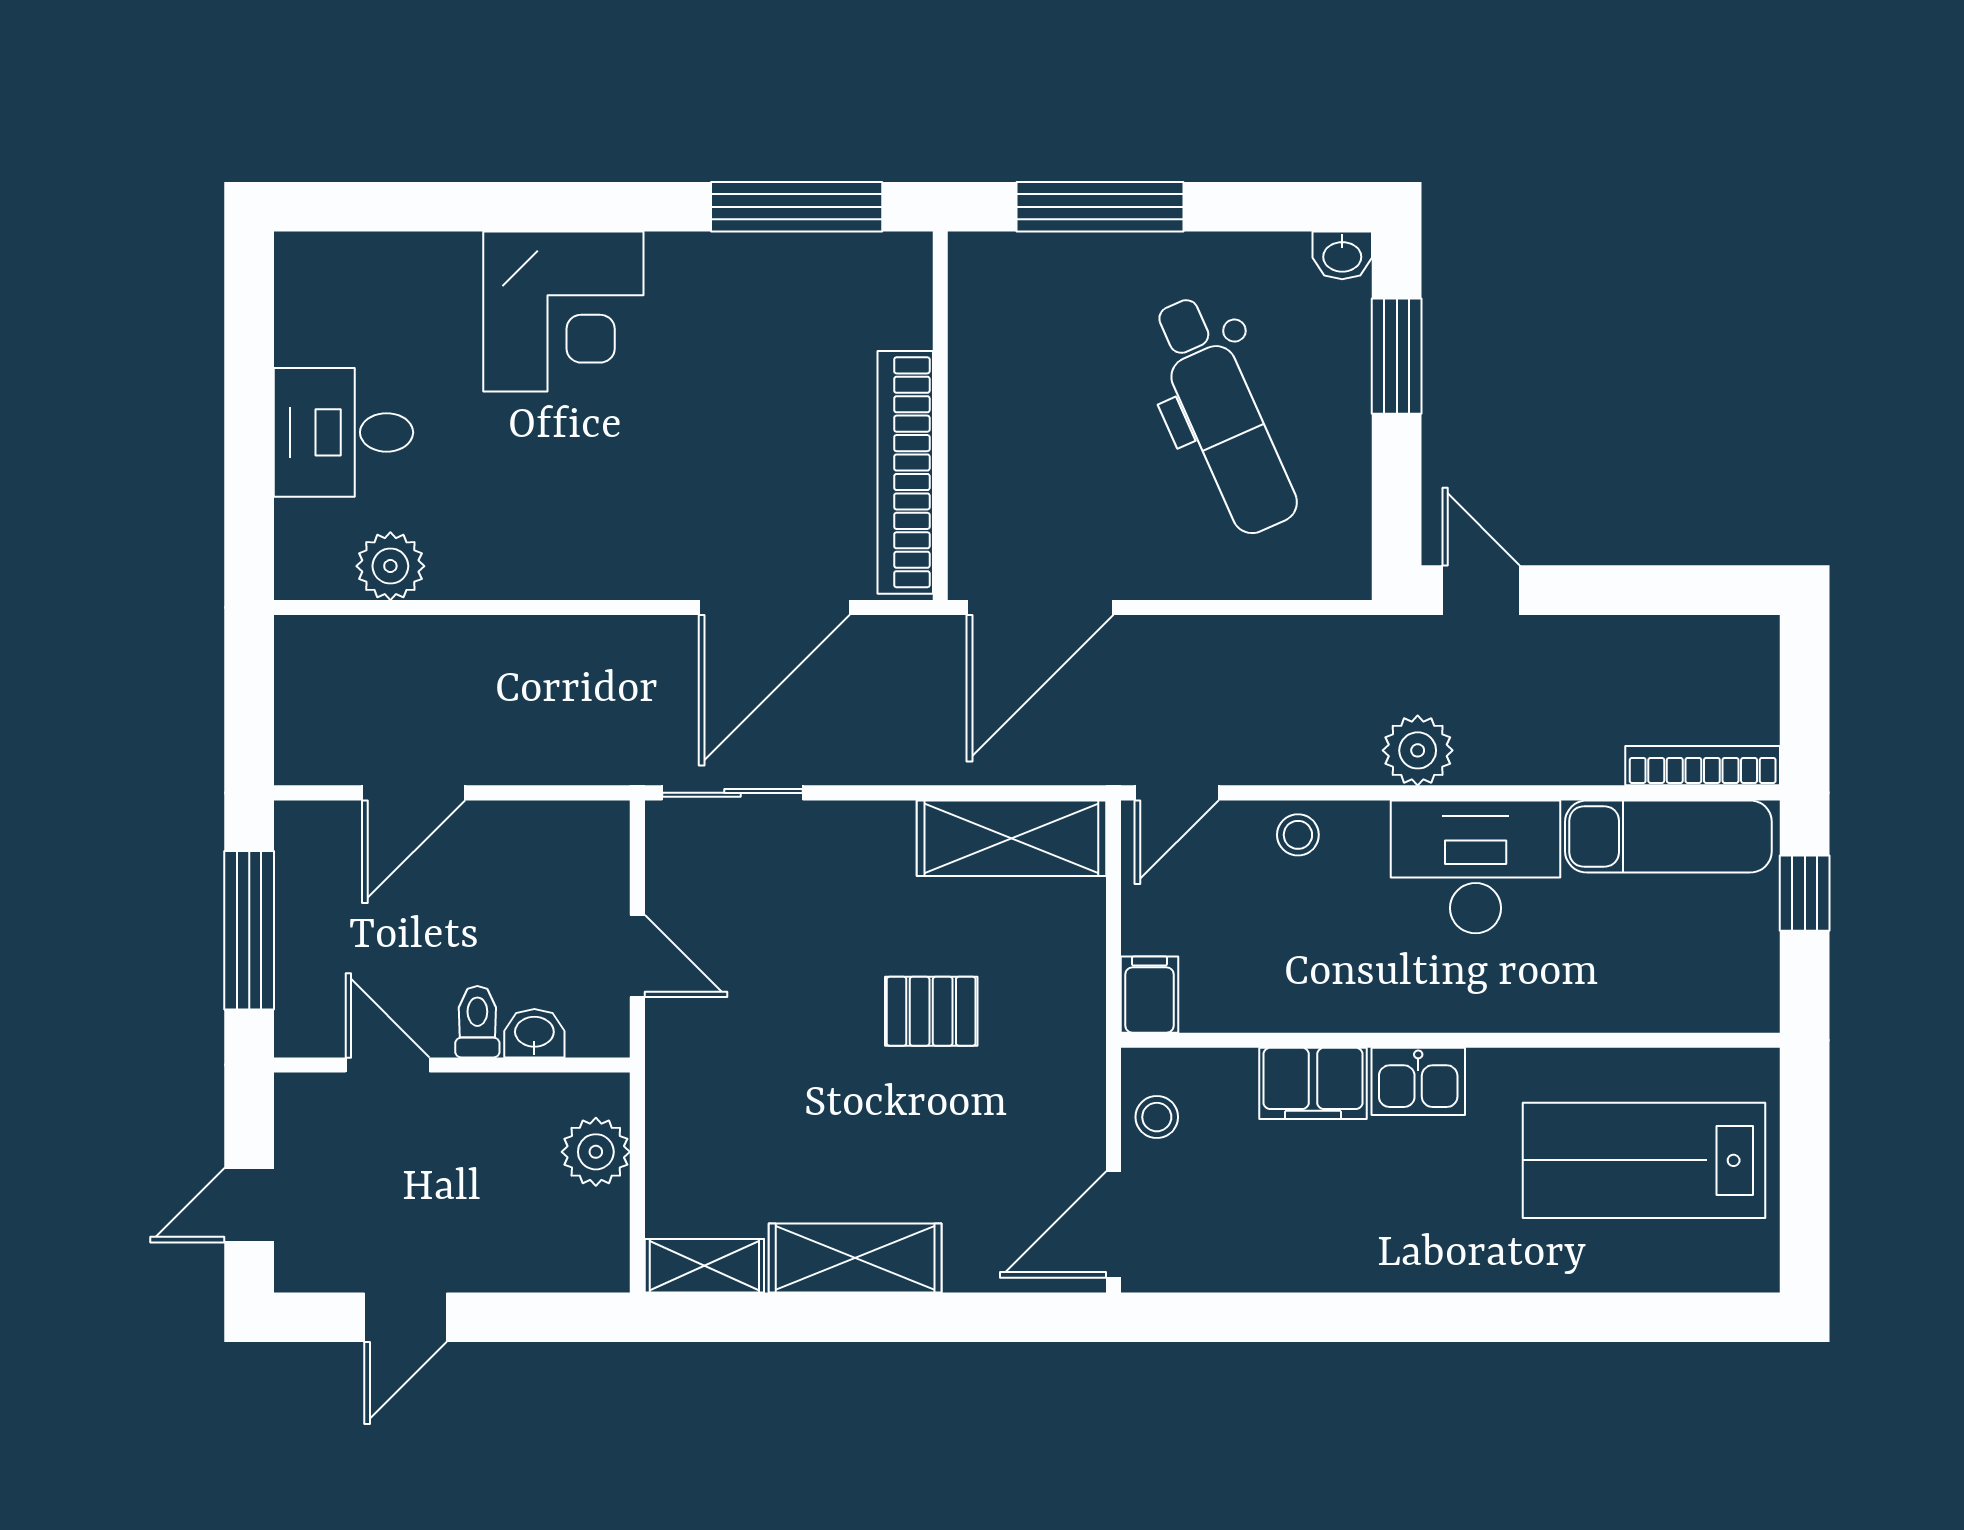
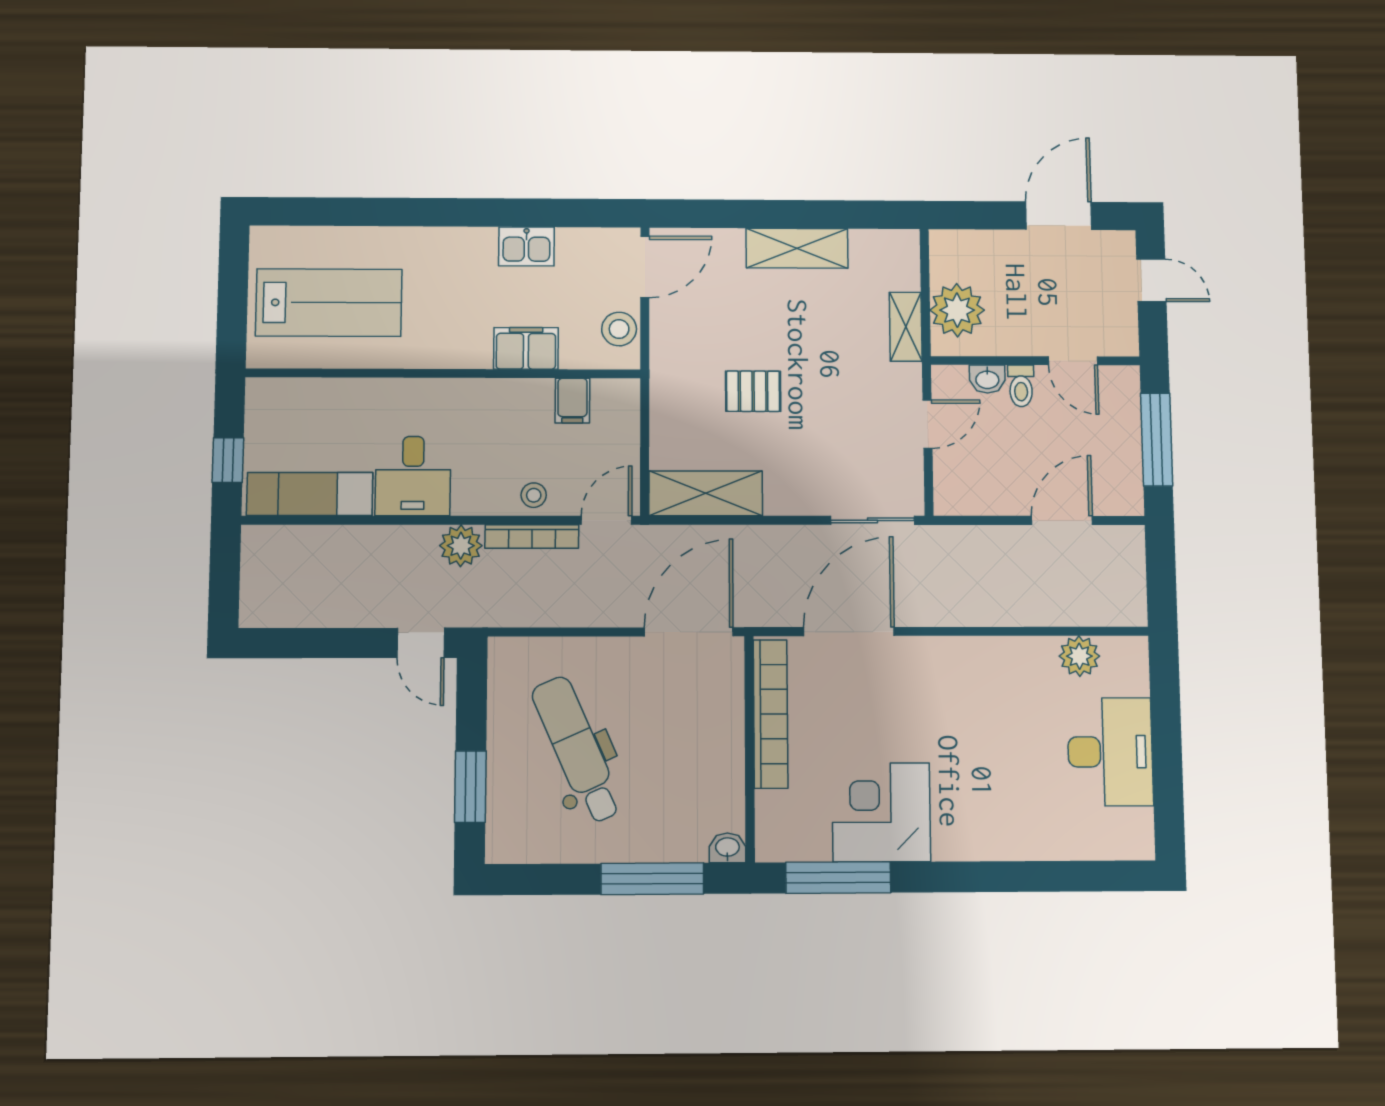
washbasin: (1342, 255) -> (727, 848), moved
corner desk: (563, 311) -> (881, 812), moved
desk: (343, 432) -> (1110, 752), width x1.37
bookcase: (1703, 766) -> (532, 537), moved
desk: (1476, 867) -> (413, 476), width x0.73
door: (637, 956) -> (927, 424), swing flipped
filing cabinet: (1149, 995) -> (572, 401), moved
kitchen sink: (1418, 1081) -> (526, 246), moved, turned 180
stool: (1157, 1117) -> (619, 329), width x1.37, depth x1.37
plant: (596, 1152) -> (957, 310), width x1.36, depth x1.36
door: (249, 1205) -> (1151, 280), hinge flipped
shelving: (704, 1266) -> (906, 327), moved, turned 90
door: (405, 1317) -> (1059, 216), width x1.38

